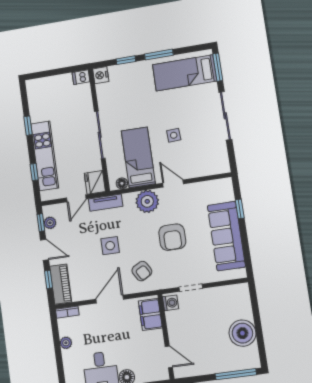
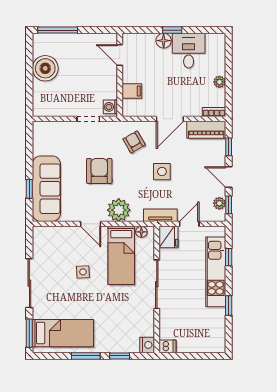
sofa: (226, 236) -> (46, 189), moved
piano: (61, 284) -> (206, 130), moved, turned -90
filing cabinet: (150, 314) -> (132, 91), width x0.50

